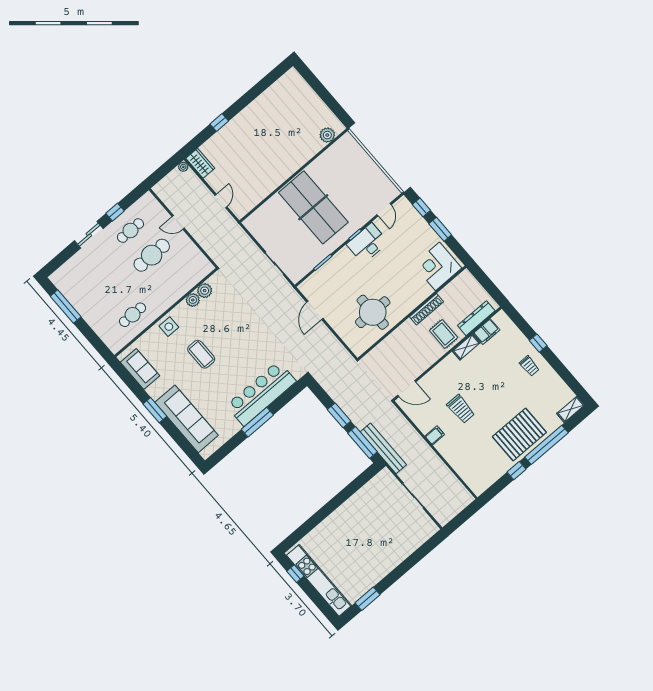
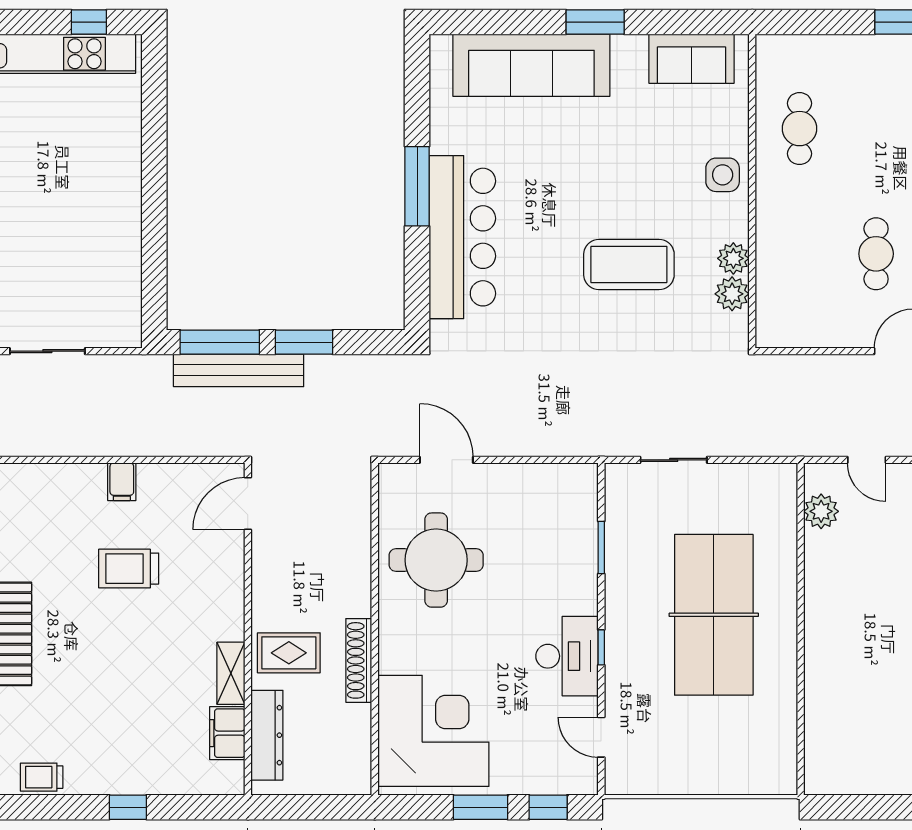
plant: (327, 135) -> (821, 511), moved
table tennis table: (313, 207) -> (714, 615), turned 90
cafe table: (152, 255) -> (876, 254), width x0.73, depth x0.74
corner desk: (437, 266) -> (433, 731), width x1.36, depth x1.36
door: (315, 310) -> (446, 460), moved
coffee table: (201, 354) -> (629, 265), moved, width x1.36, depth x1.32
trolley: (529, 366) -> (42, 777), moved
bench: (383, 448) -> (239, 370), moved

